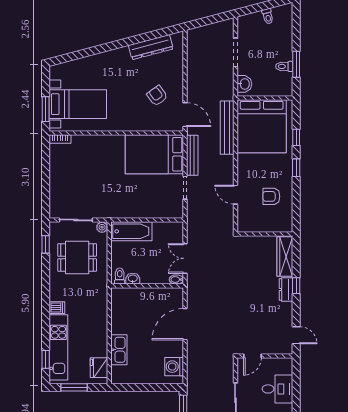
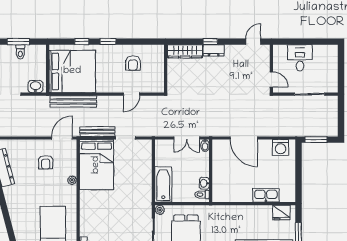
armchair: (157, 96) -> (46, 162), turned -54
plant: (136, 126) -> (72, 180), added

